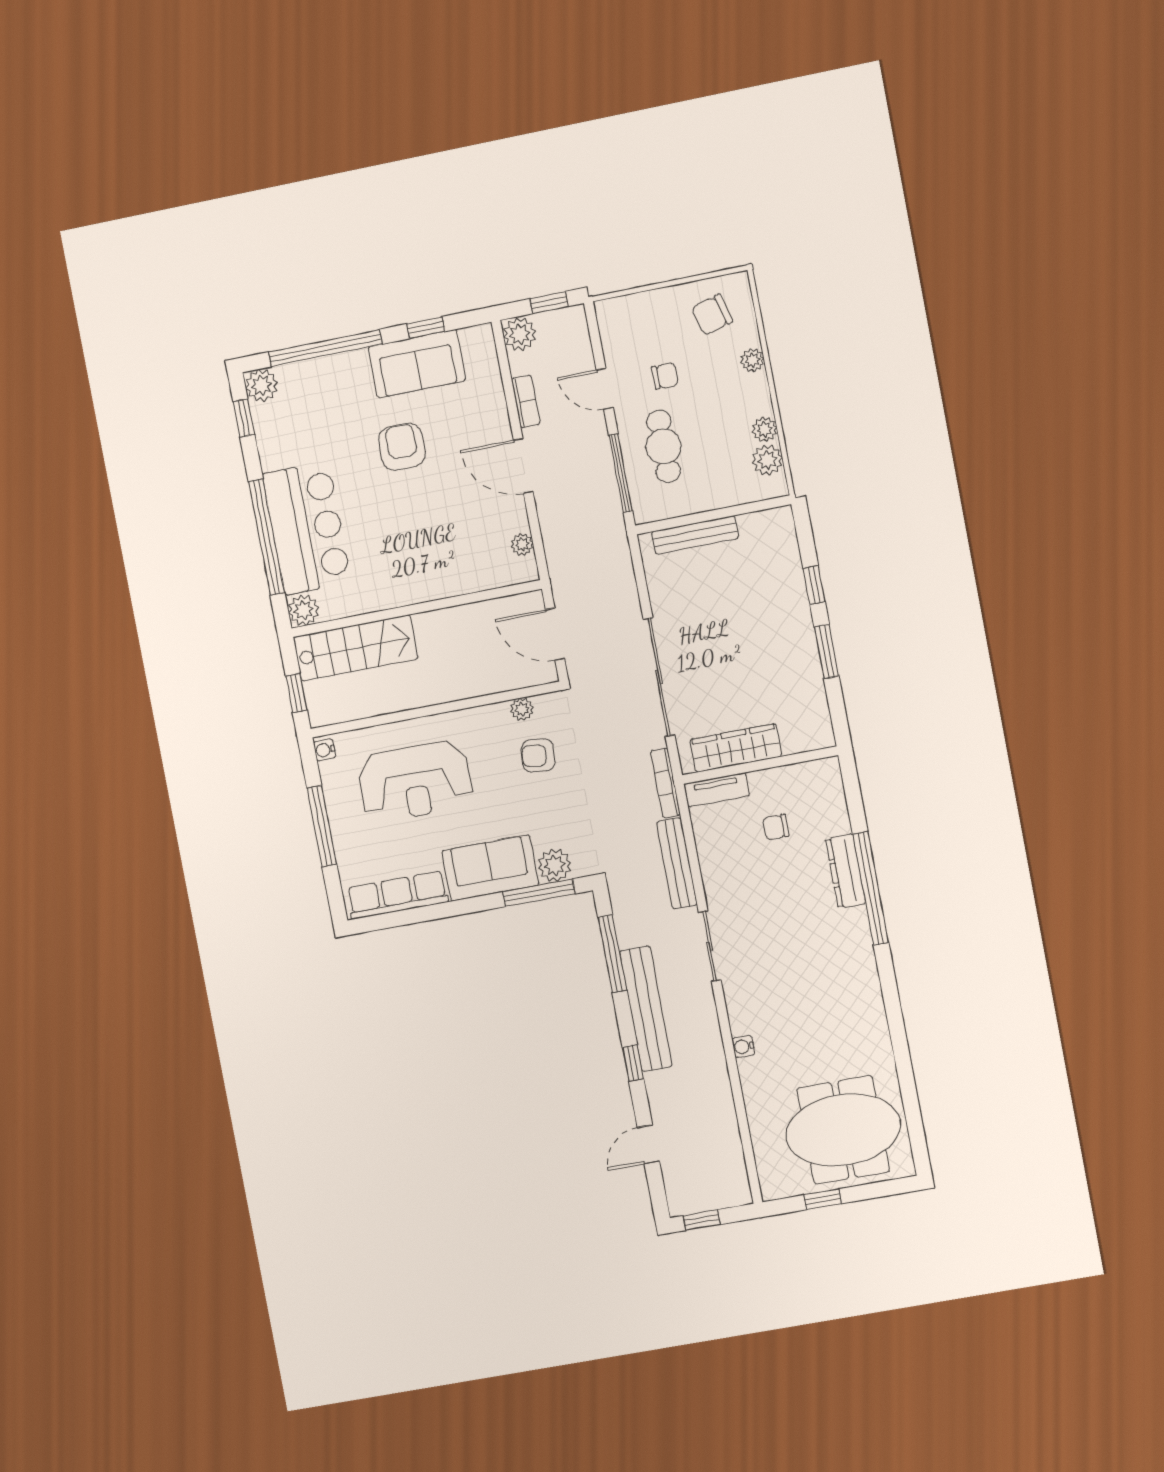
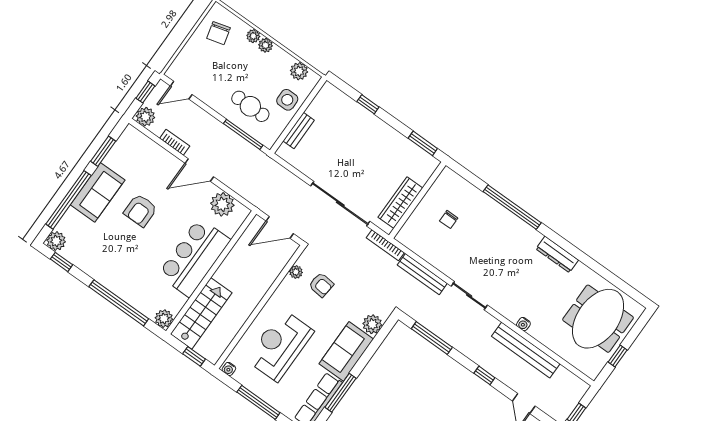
window: (426, 328) -> (103, 151), width x1.50
sofa: (417, 364) -> (98, 192), moved
chair: (665, 376) -> (223, 77), removed
door: (605, 389) -> (181, 90), moved
plant: (765, 429) -> (266, 45), moved
armchair: (402, 447) -> (140, 210), turned -90
side table: (718, 482) -> (287, 100), added
bar counter: (307, 528) -> (194, 257), moved, turned -90
bench: (695, 535) -> (299, 131), width x0.73
plant: (522, 544) -> (222, 204), width x1.88, depth x1.88
window: (827, 652) -> (423, 143), moved
armchair: (538, 756) -> (321, 285), turned -90
reception desk: (415, 781) -> (280, 345), turned 180
tv unit: (717, 790) -> (409, 228), removed
dresser: (846, 871) -> (557, 254), moved
window: (539, 893) -> (340, 393), moved
bench: (646, 1009) -> (526, 350), moved

